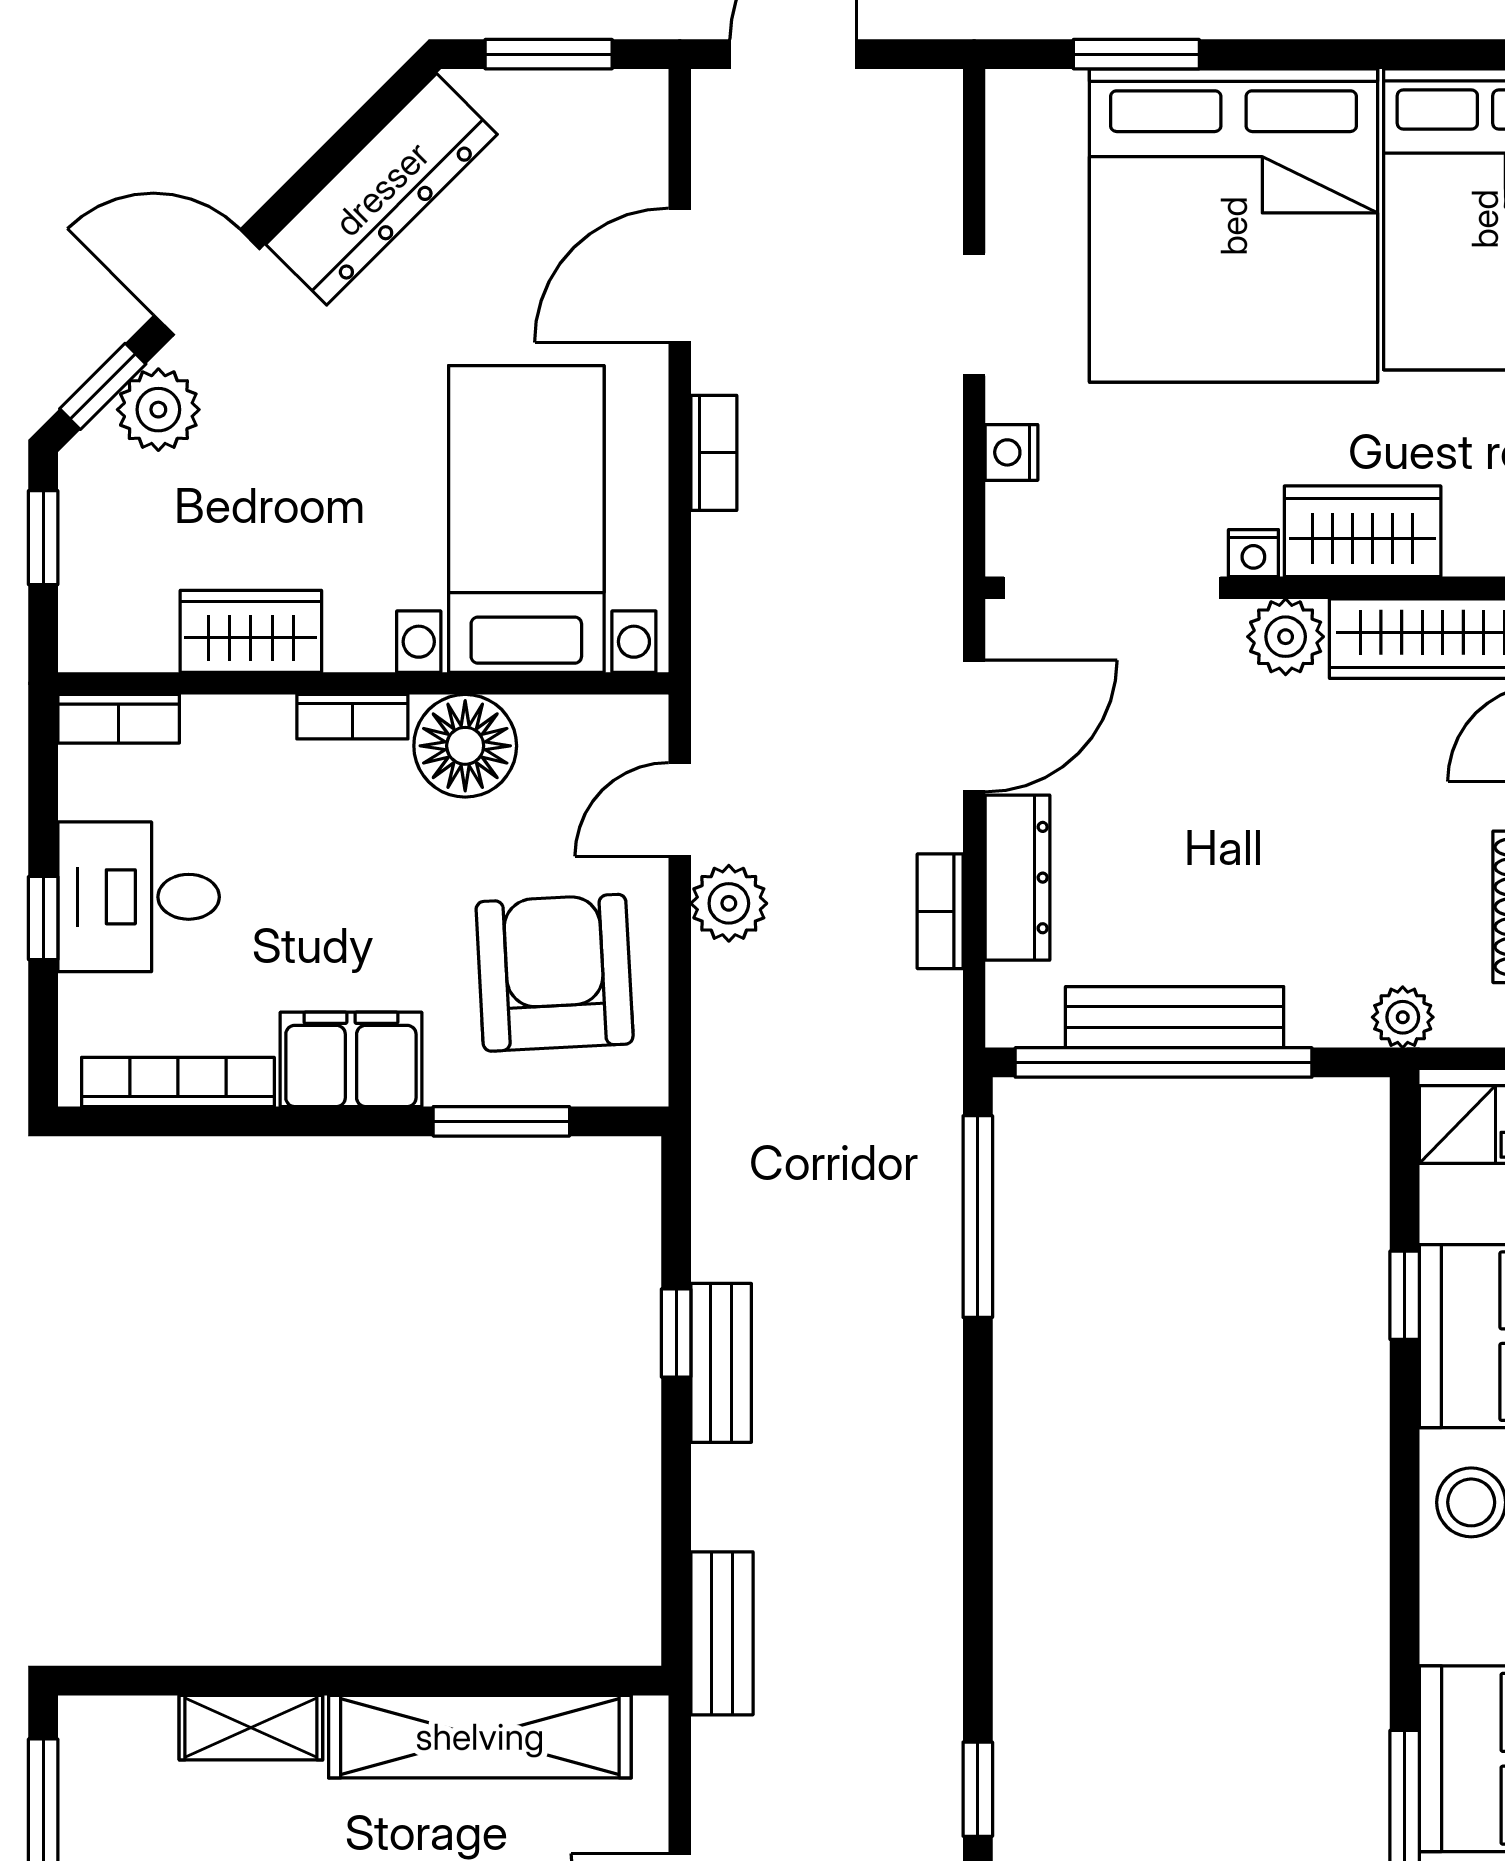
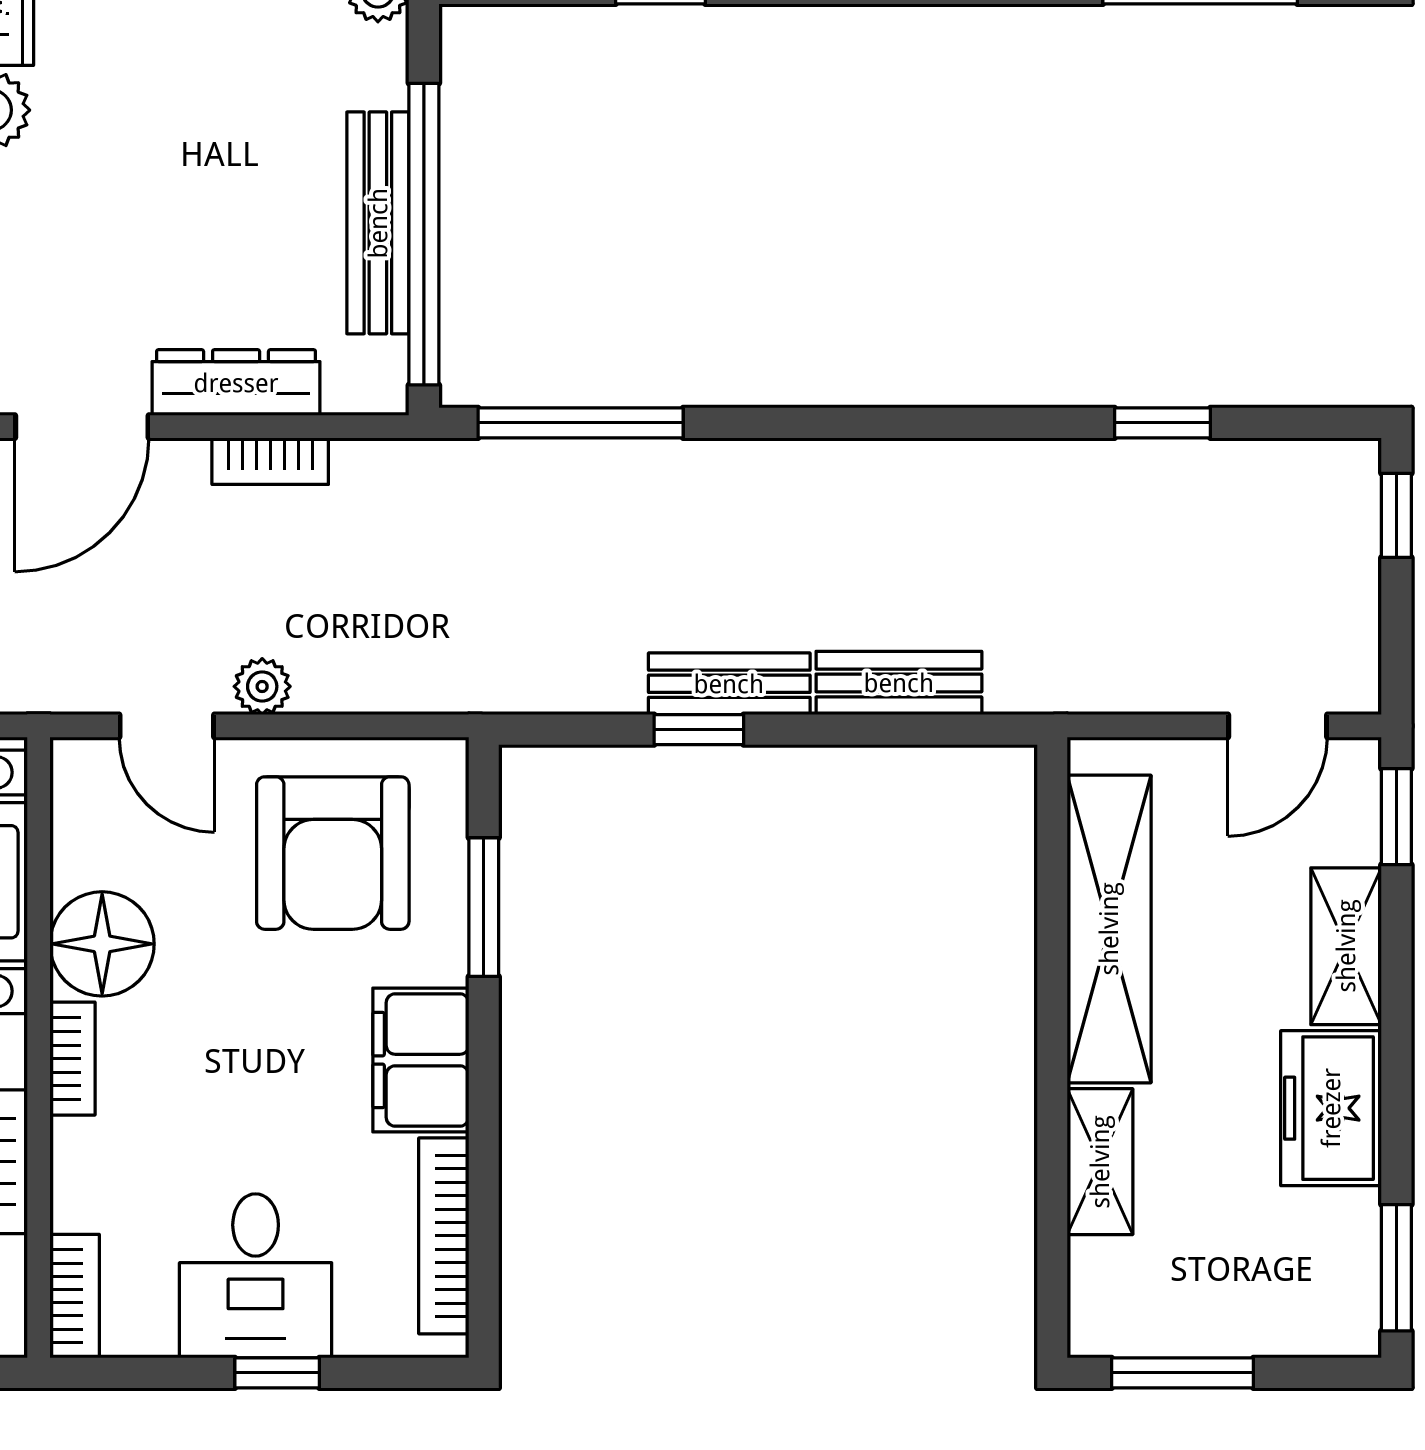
door: (974, 726) -> (82, 427), swing flipped
plant: (729, 903) -> (262, 686), width x0.73, depth x0.73
armchair: (555, 973) -> (333, 853), turned -87
bench: (722, 1633) -> (899, 683), moved

